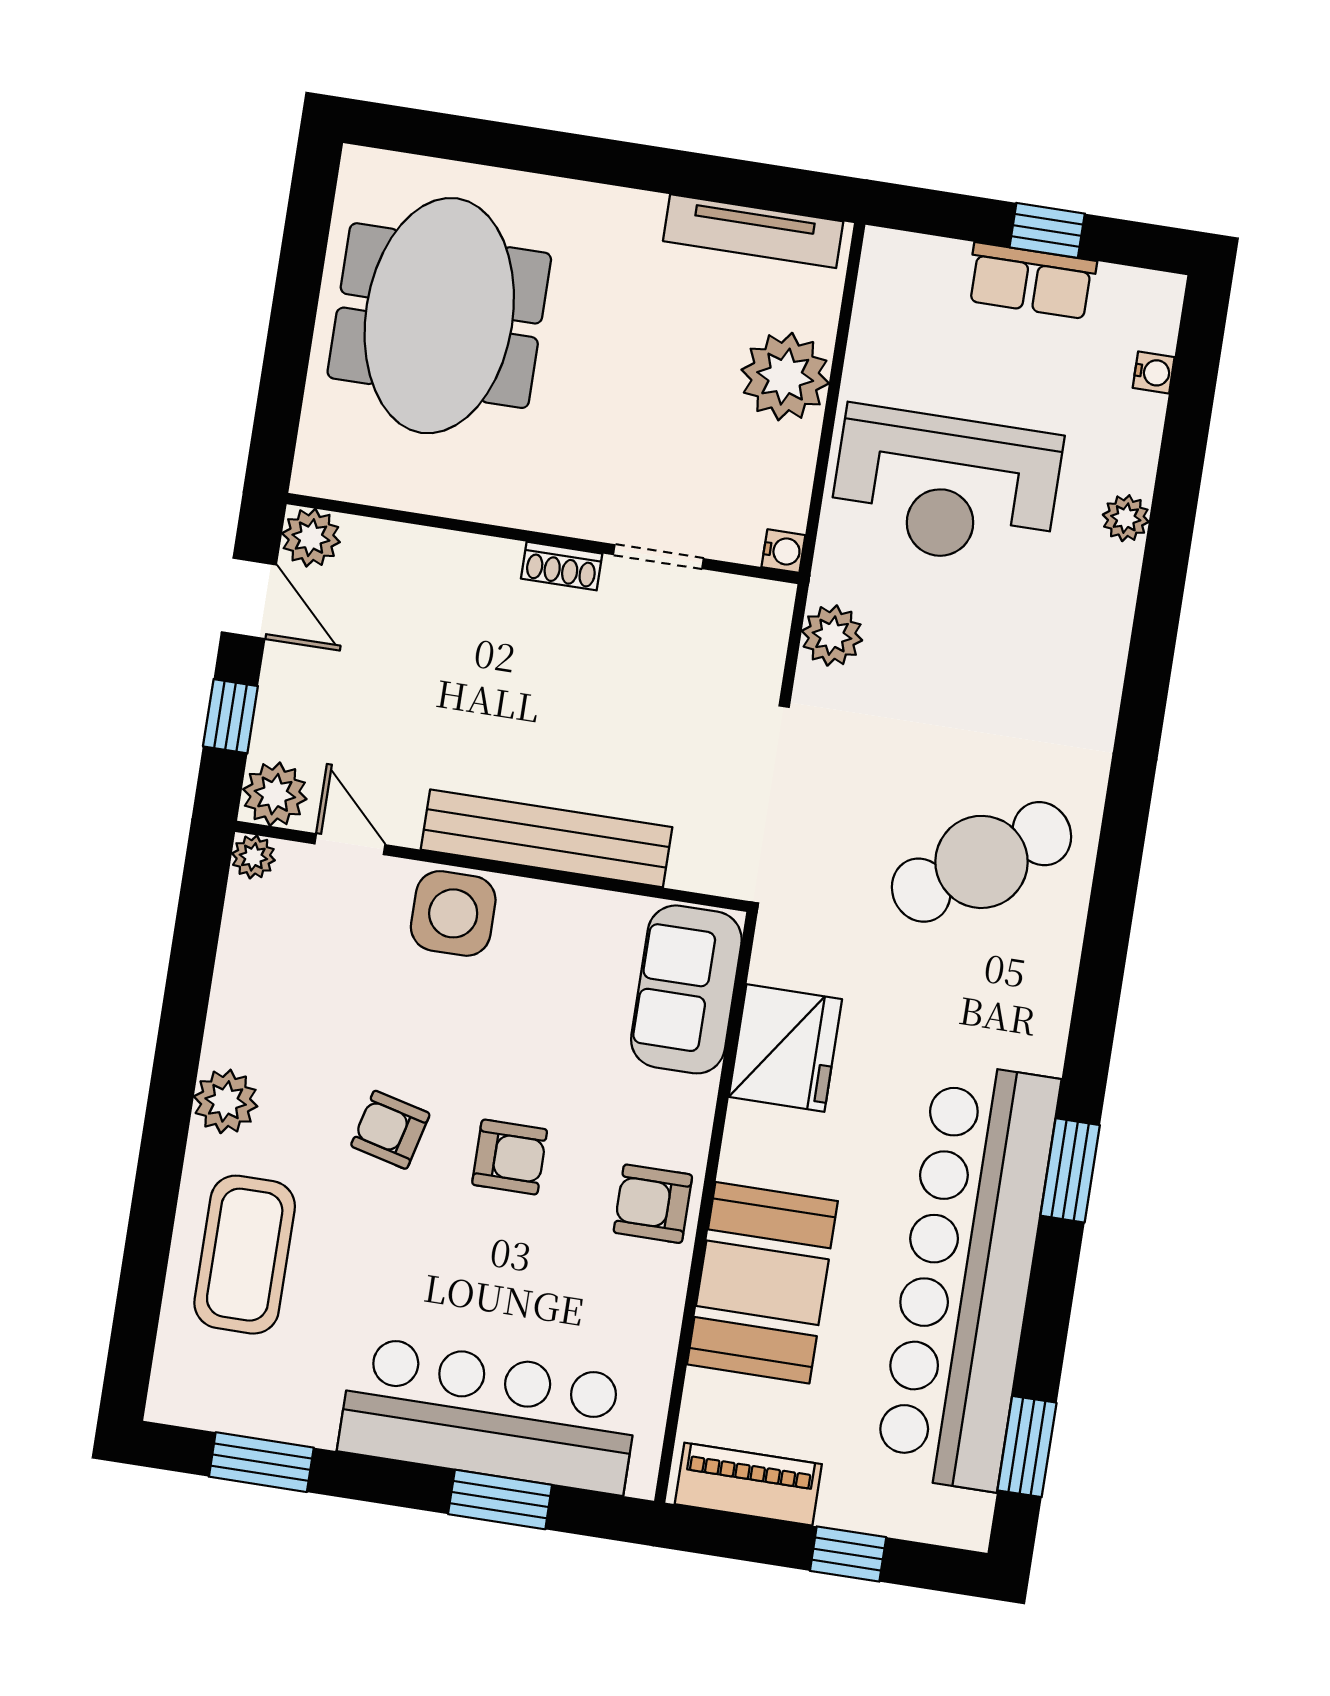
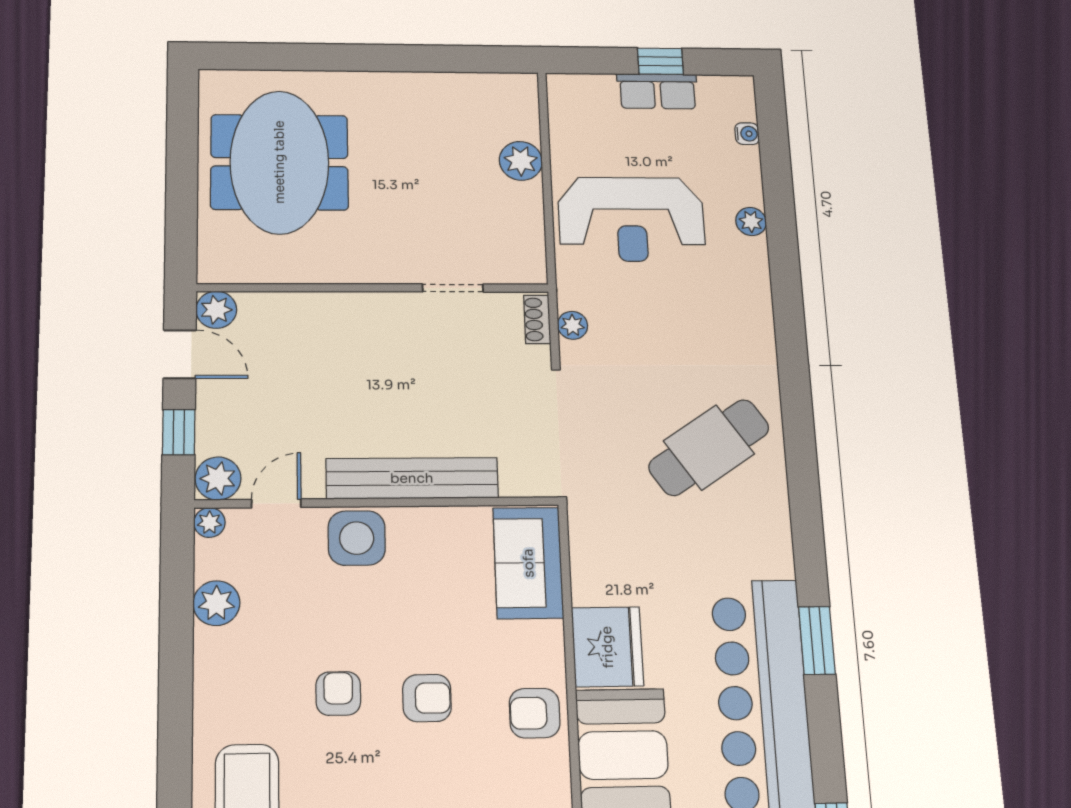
tv unit: (753, 231) -> (475, 86), removed
plant: (785, 377) -> (521, 161), width x0.73, depth x0.73
water cooler: (783, 551) -> (535, 273), removed
shoe rack: (562, 566) -> (537, 319), moved, turned 90
plant: (832, 636) -> (573, 325), width x0.73, depth x0.73
door: (350, 844) -> (276, 503), hinge flipped
fridge: (785, 1048) -> (607, 647), moved
plant: (226, 1101) -> (216, 603), moved
armchair: (390, 1130) -> (338, 694), turned 76

